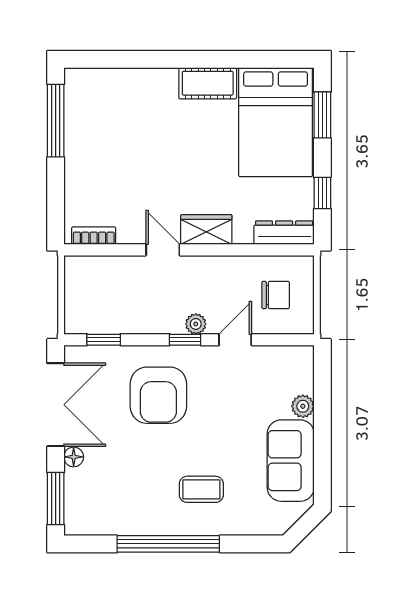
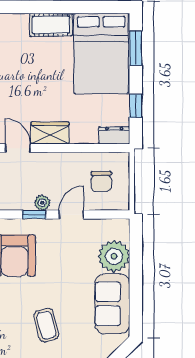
dresser: (284, 233) -> (114, 135), width x0.70
chair: (276, 295) -> (101, 181), turned 90
plant: (303, 406) -> (114, 256), width x1.88, depth x1.88
coffee table: (201, 489) -> (46, 325), turned 76

